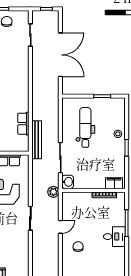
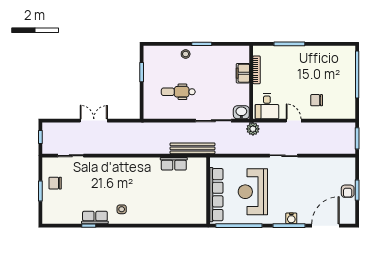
double door: (60, 55) -> (94, 121), width x0.54
dental chair: (85, 127) -> (178, 92), width x0.73, depth x0.72
filing cabinet: (114, 183) -> (243, 73), moved
desk: (114, 237) -> (267, 106), moved, turned 180

